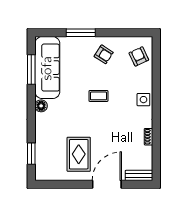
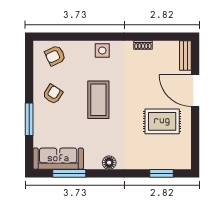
sofa: (47, 68) -> (58, 159), width x0.74, depth x0.79
coffee table: (98, 96) -> (98, 100), width x1.86, depth x1.72

